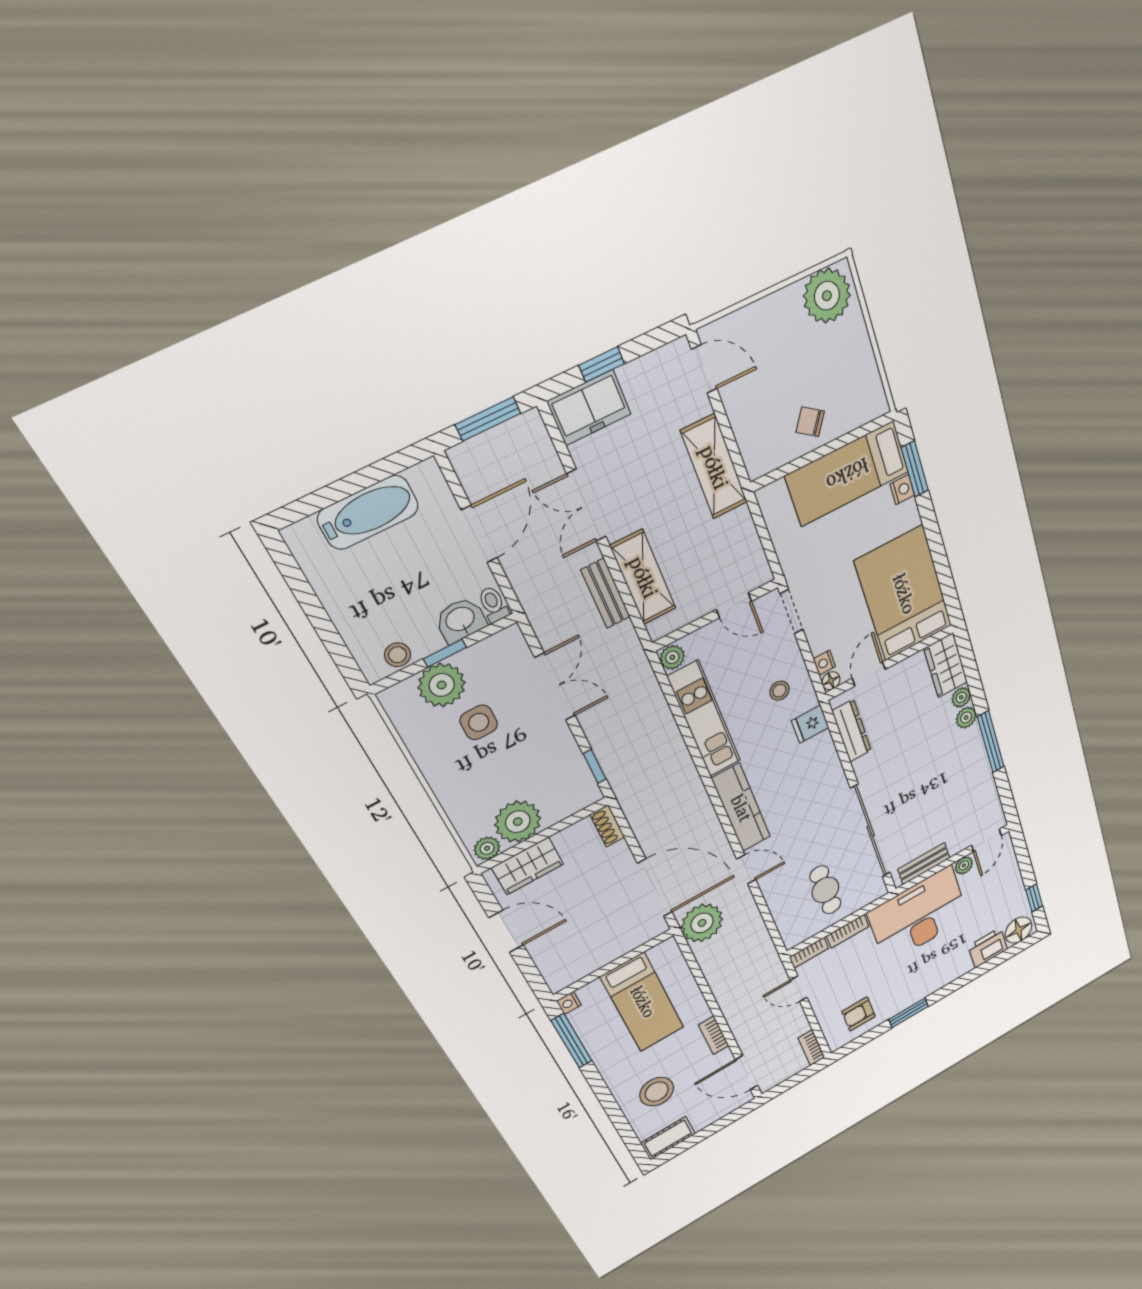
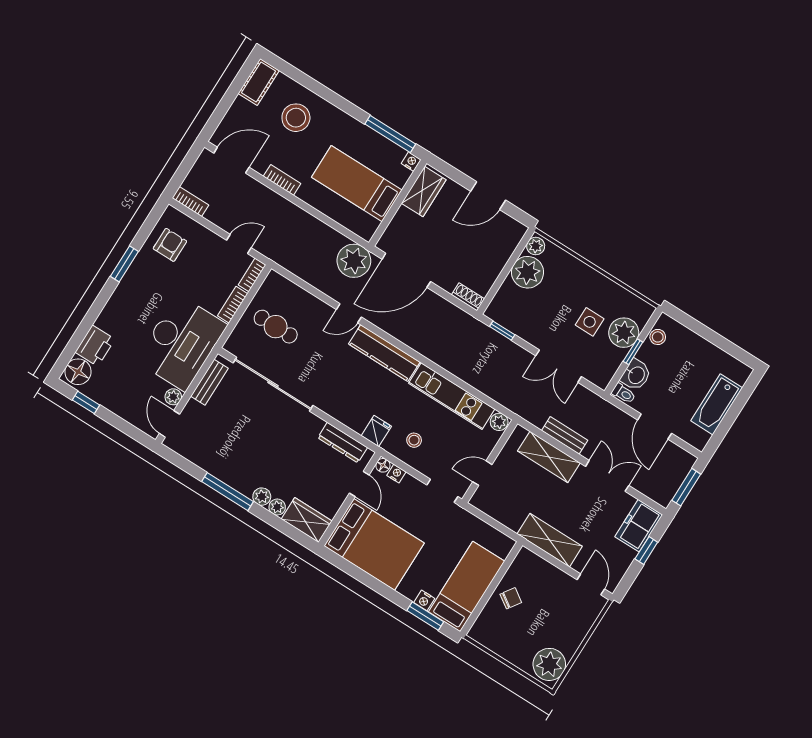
door: (704, 369) -> (591, 584), swing flipped
wardrobe: (528, 866) -> (424, 192), moved, turned 180

